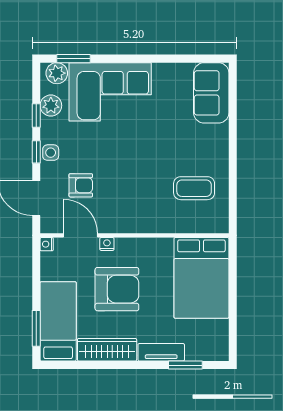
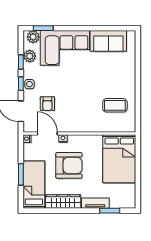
sofa: (211, 93) -> (108, 41), moved, turned -90
armchair: (81, 185) -> (47, 104), turned 90
window: (36, 328) -> (21, 174), moved

